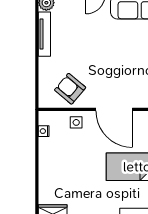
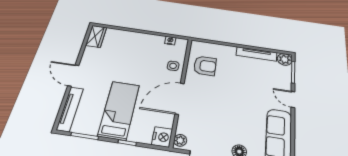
armchair: (70, 89) -> (205, 66), turned 50

